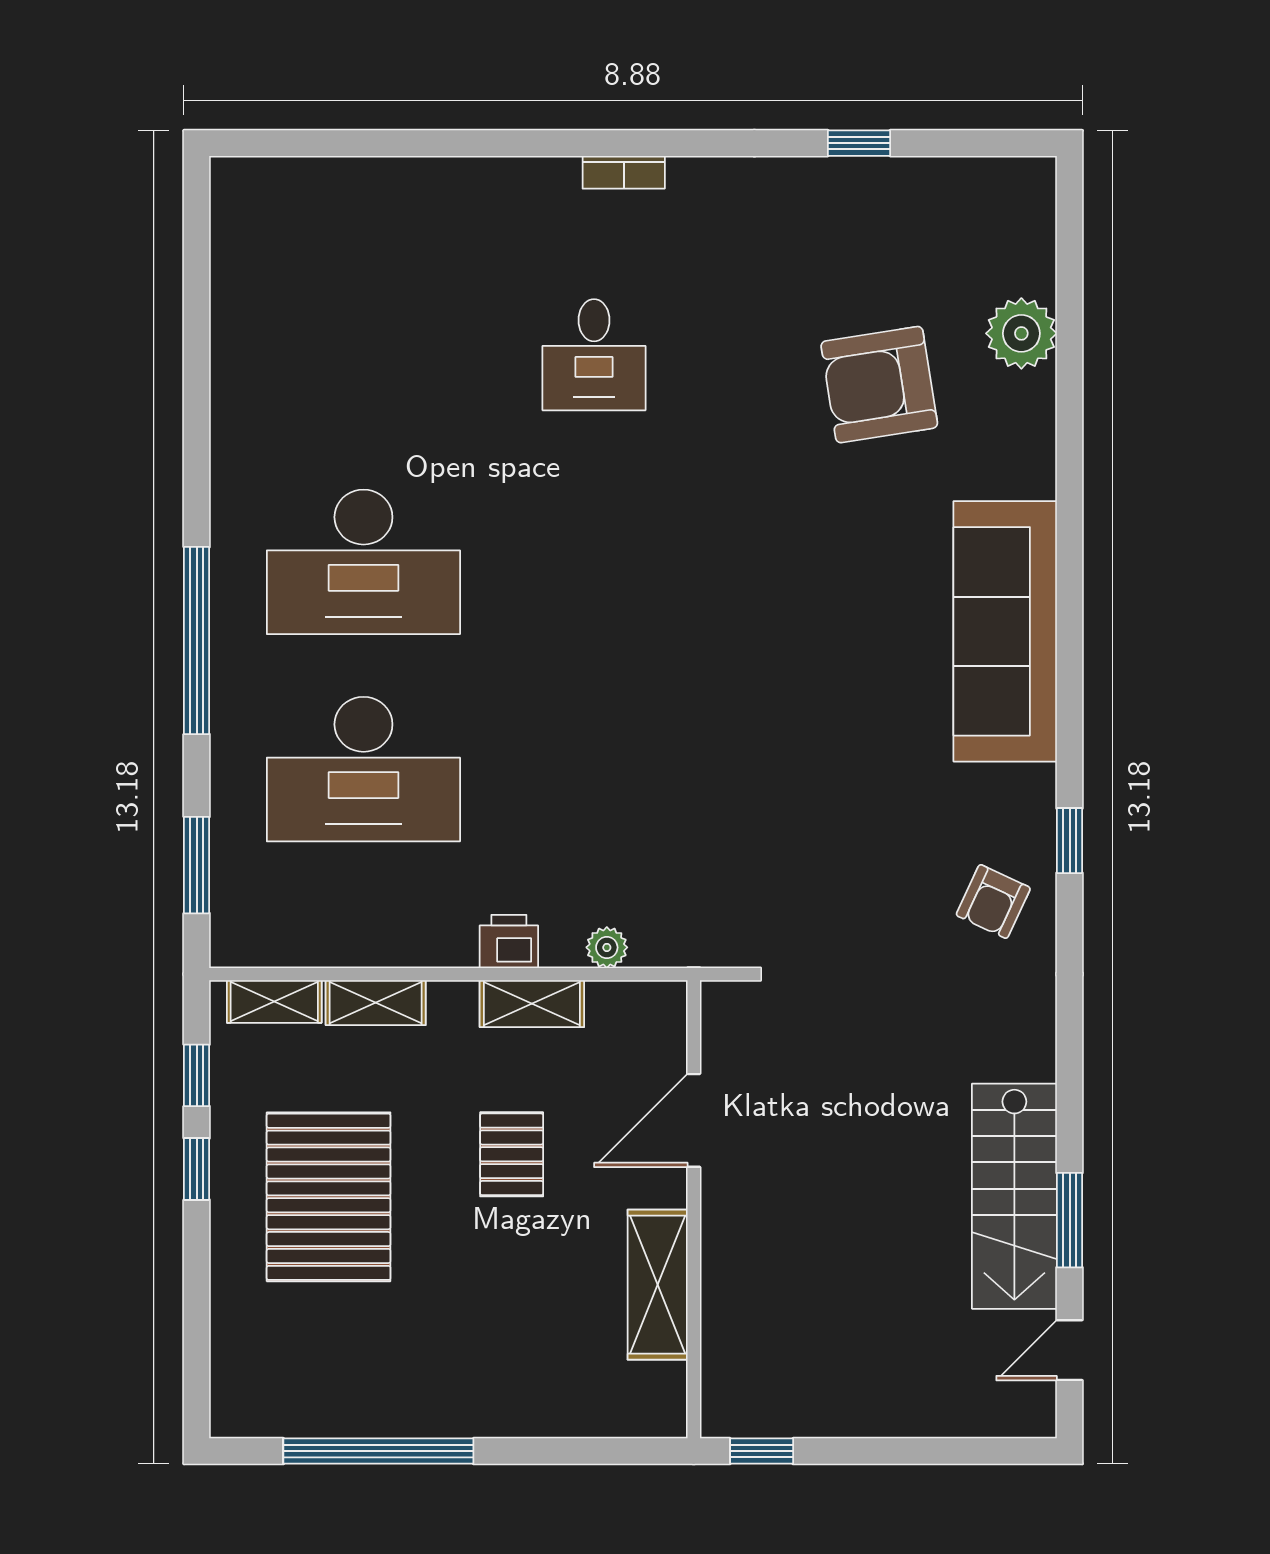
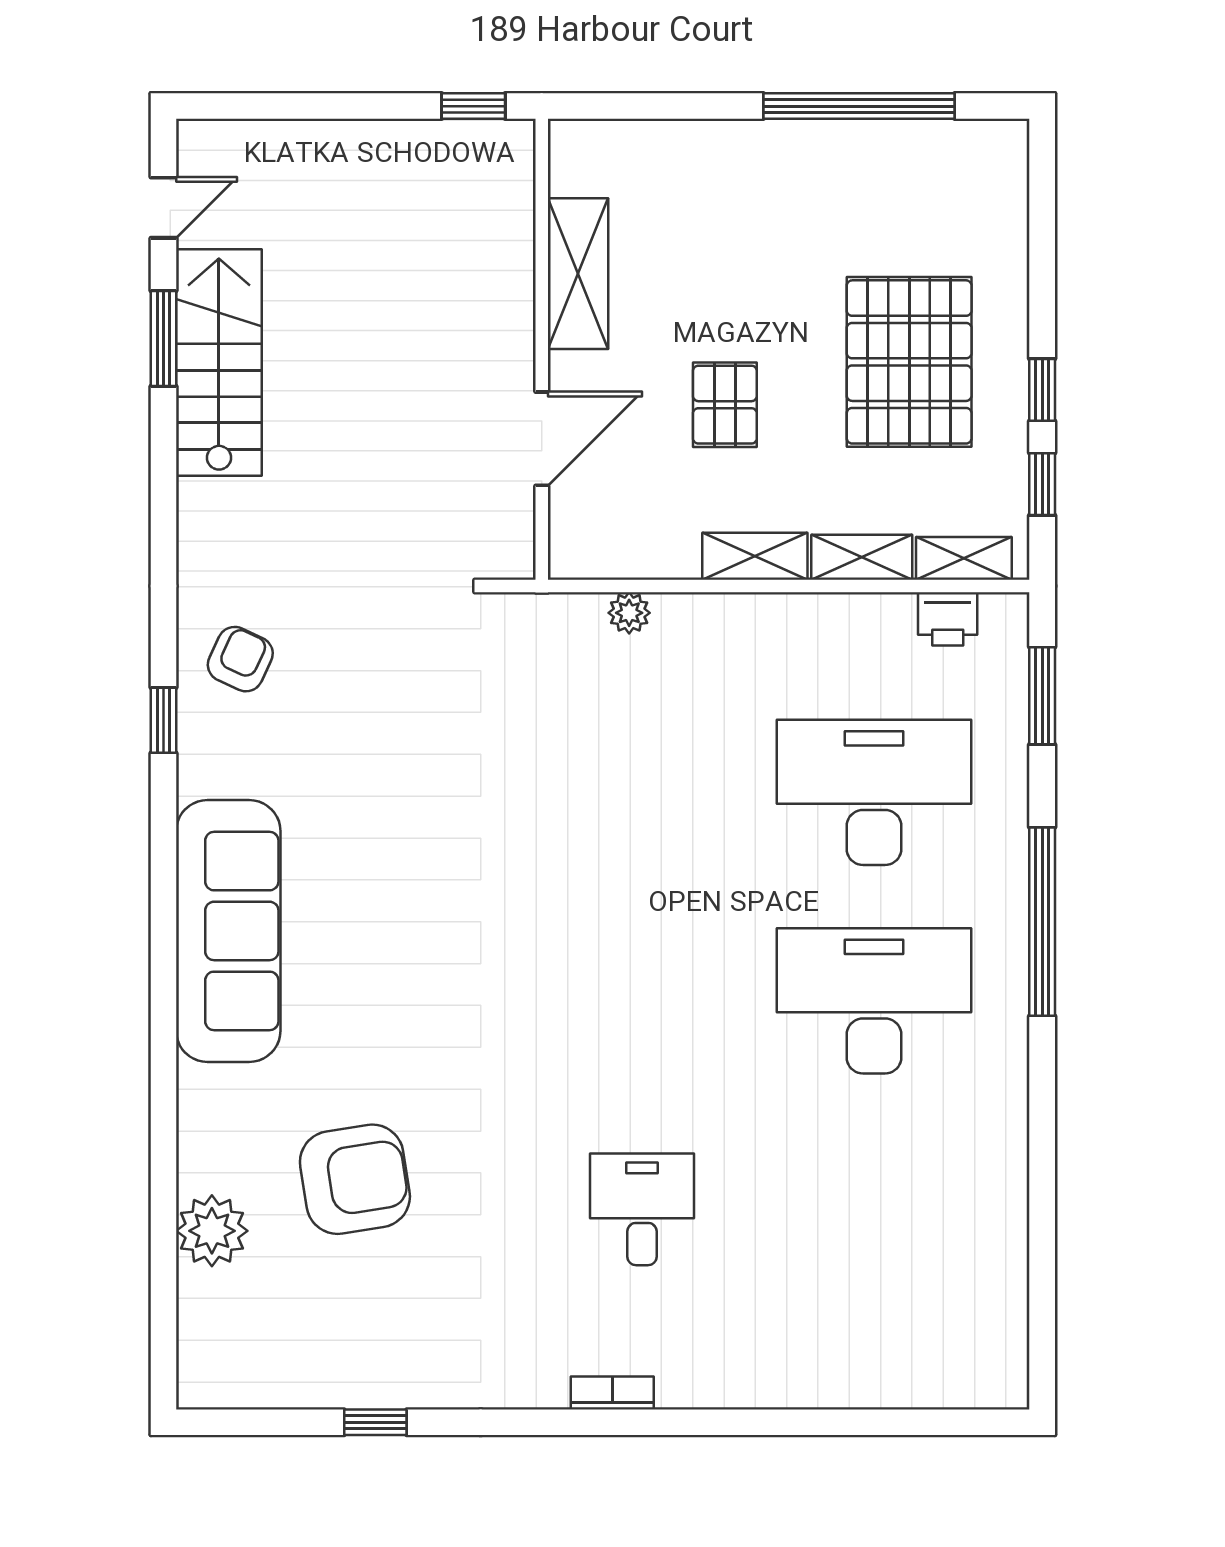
printer: (509, 941) -> (948, 619), moved
shelving: (532, 1004) -> (755, 556), moved

